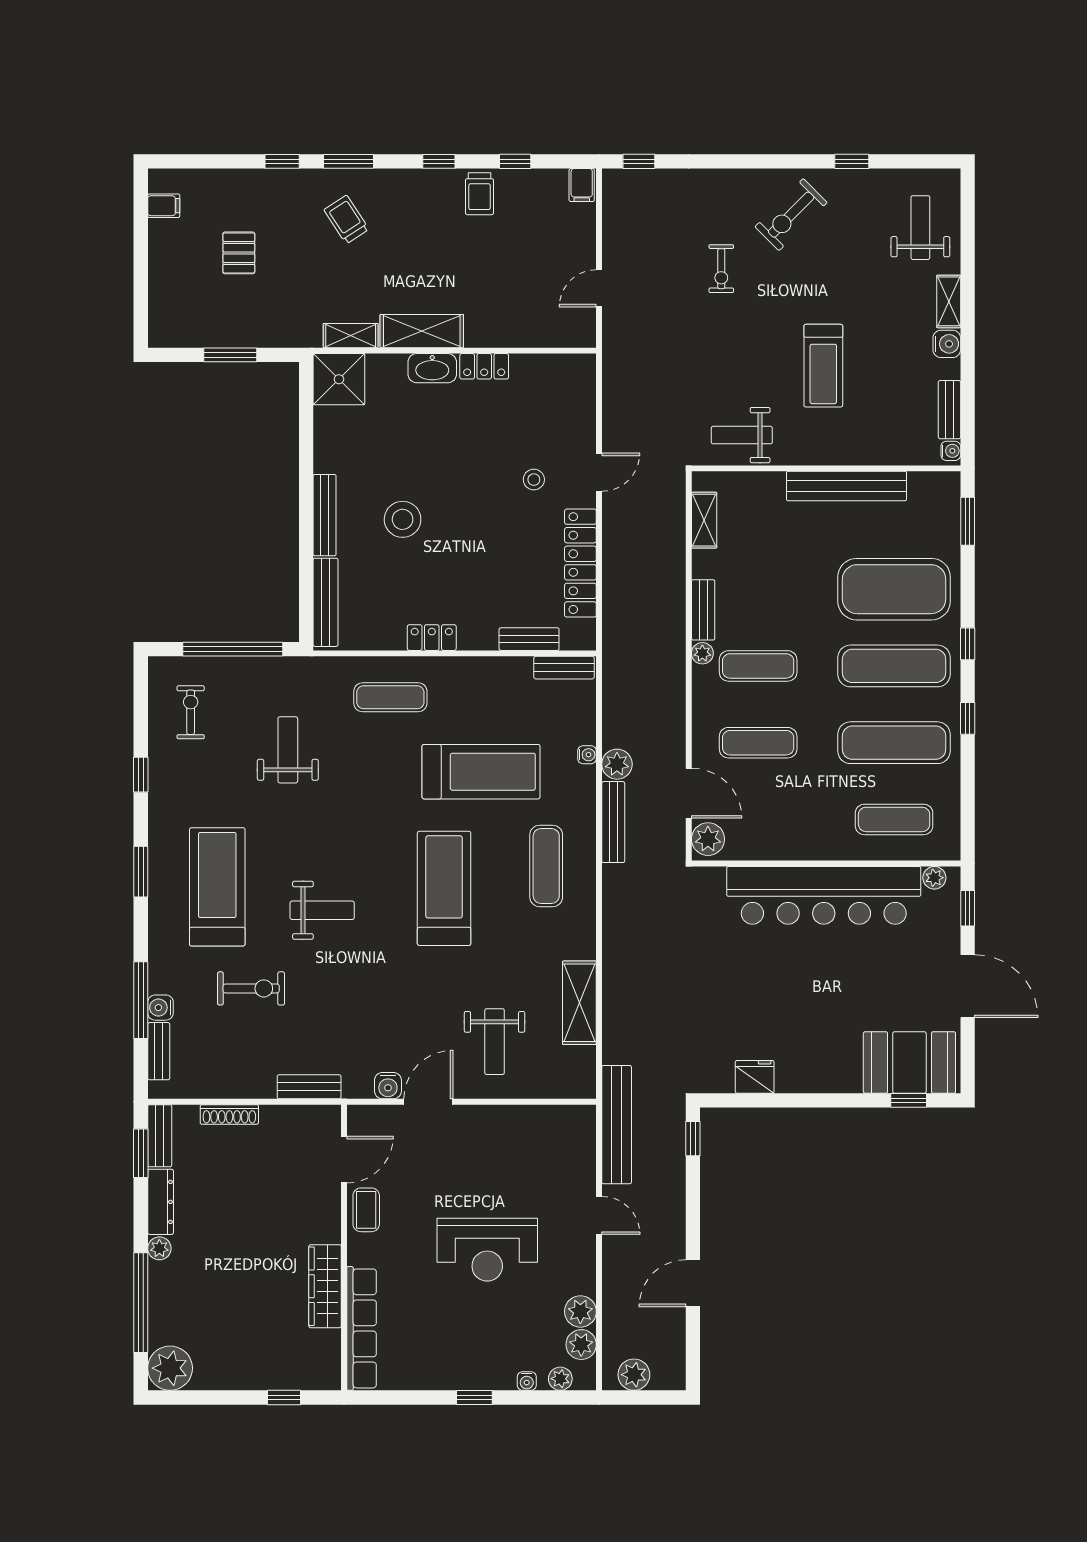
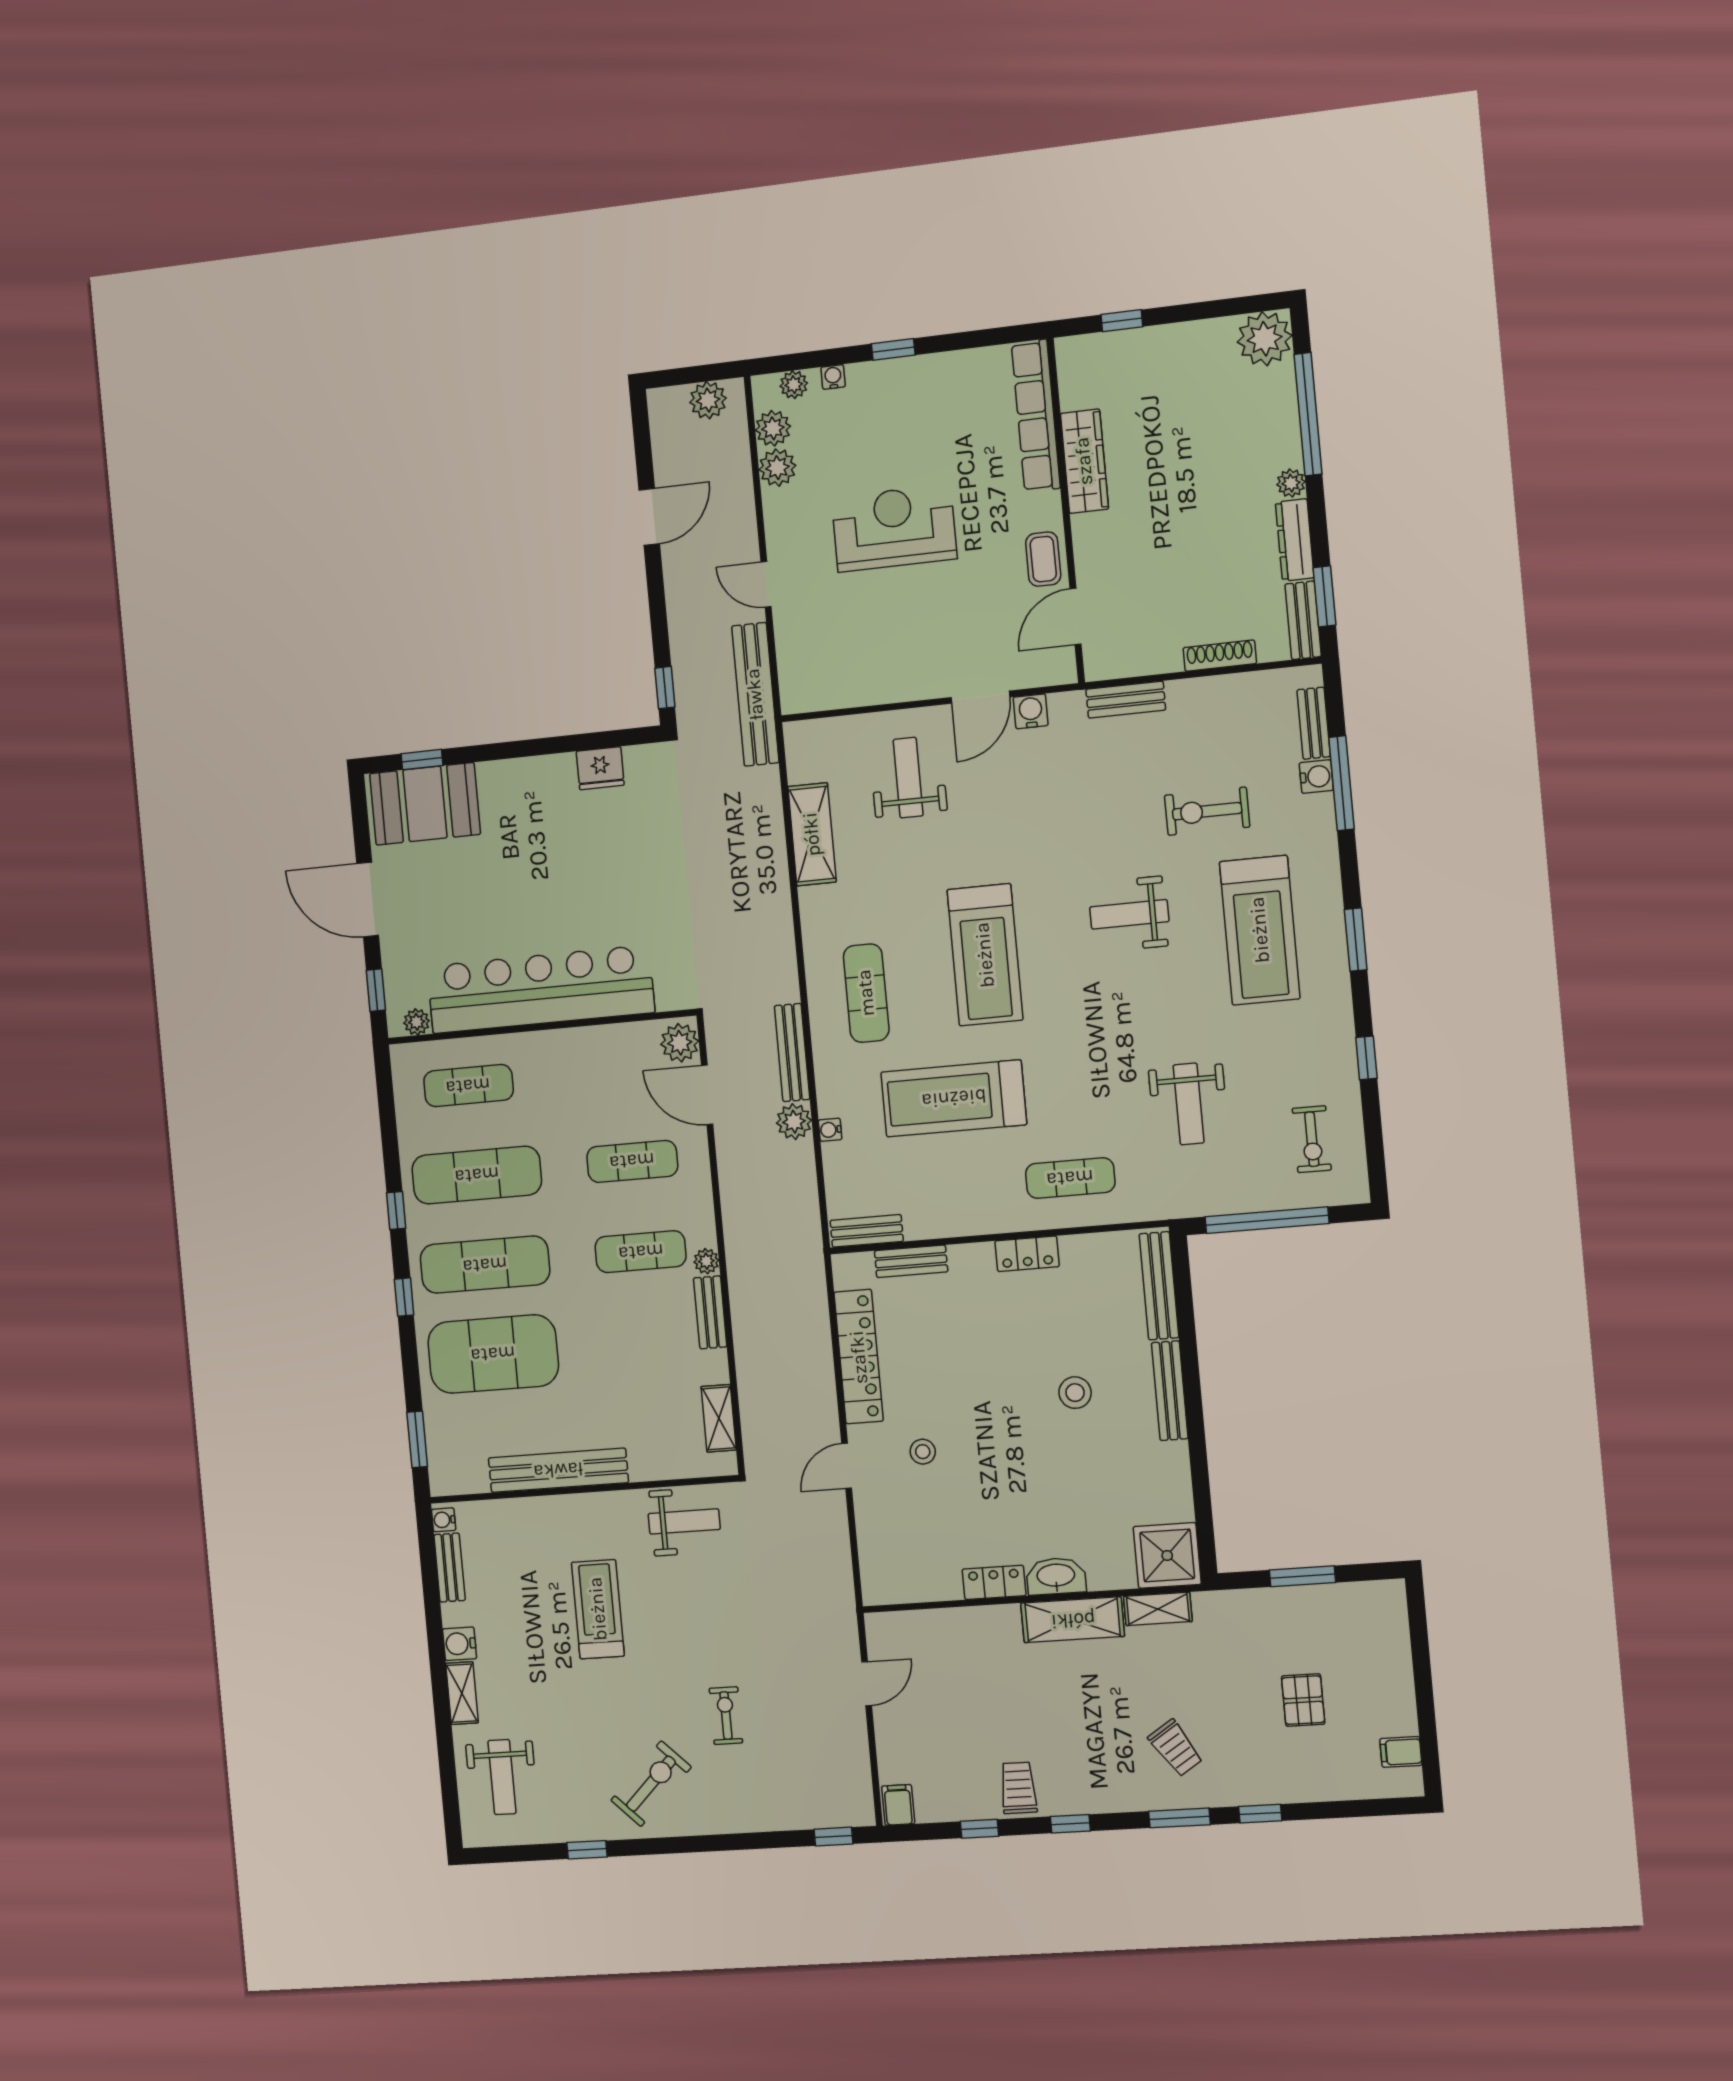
stool: (403, 519) -> (1075, 1393), width x0.73, depth x0.73

